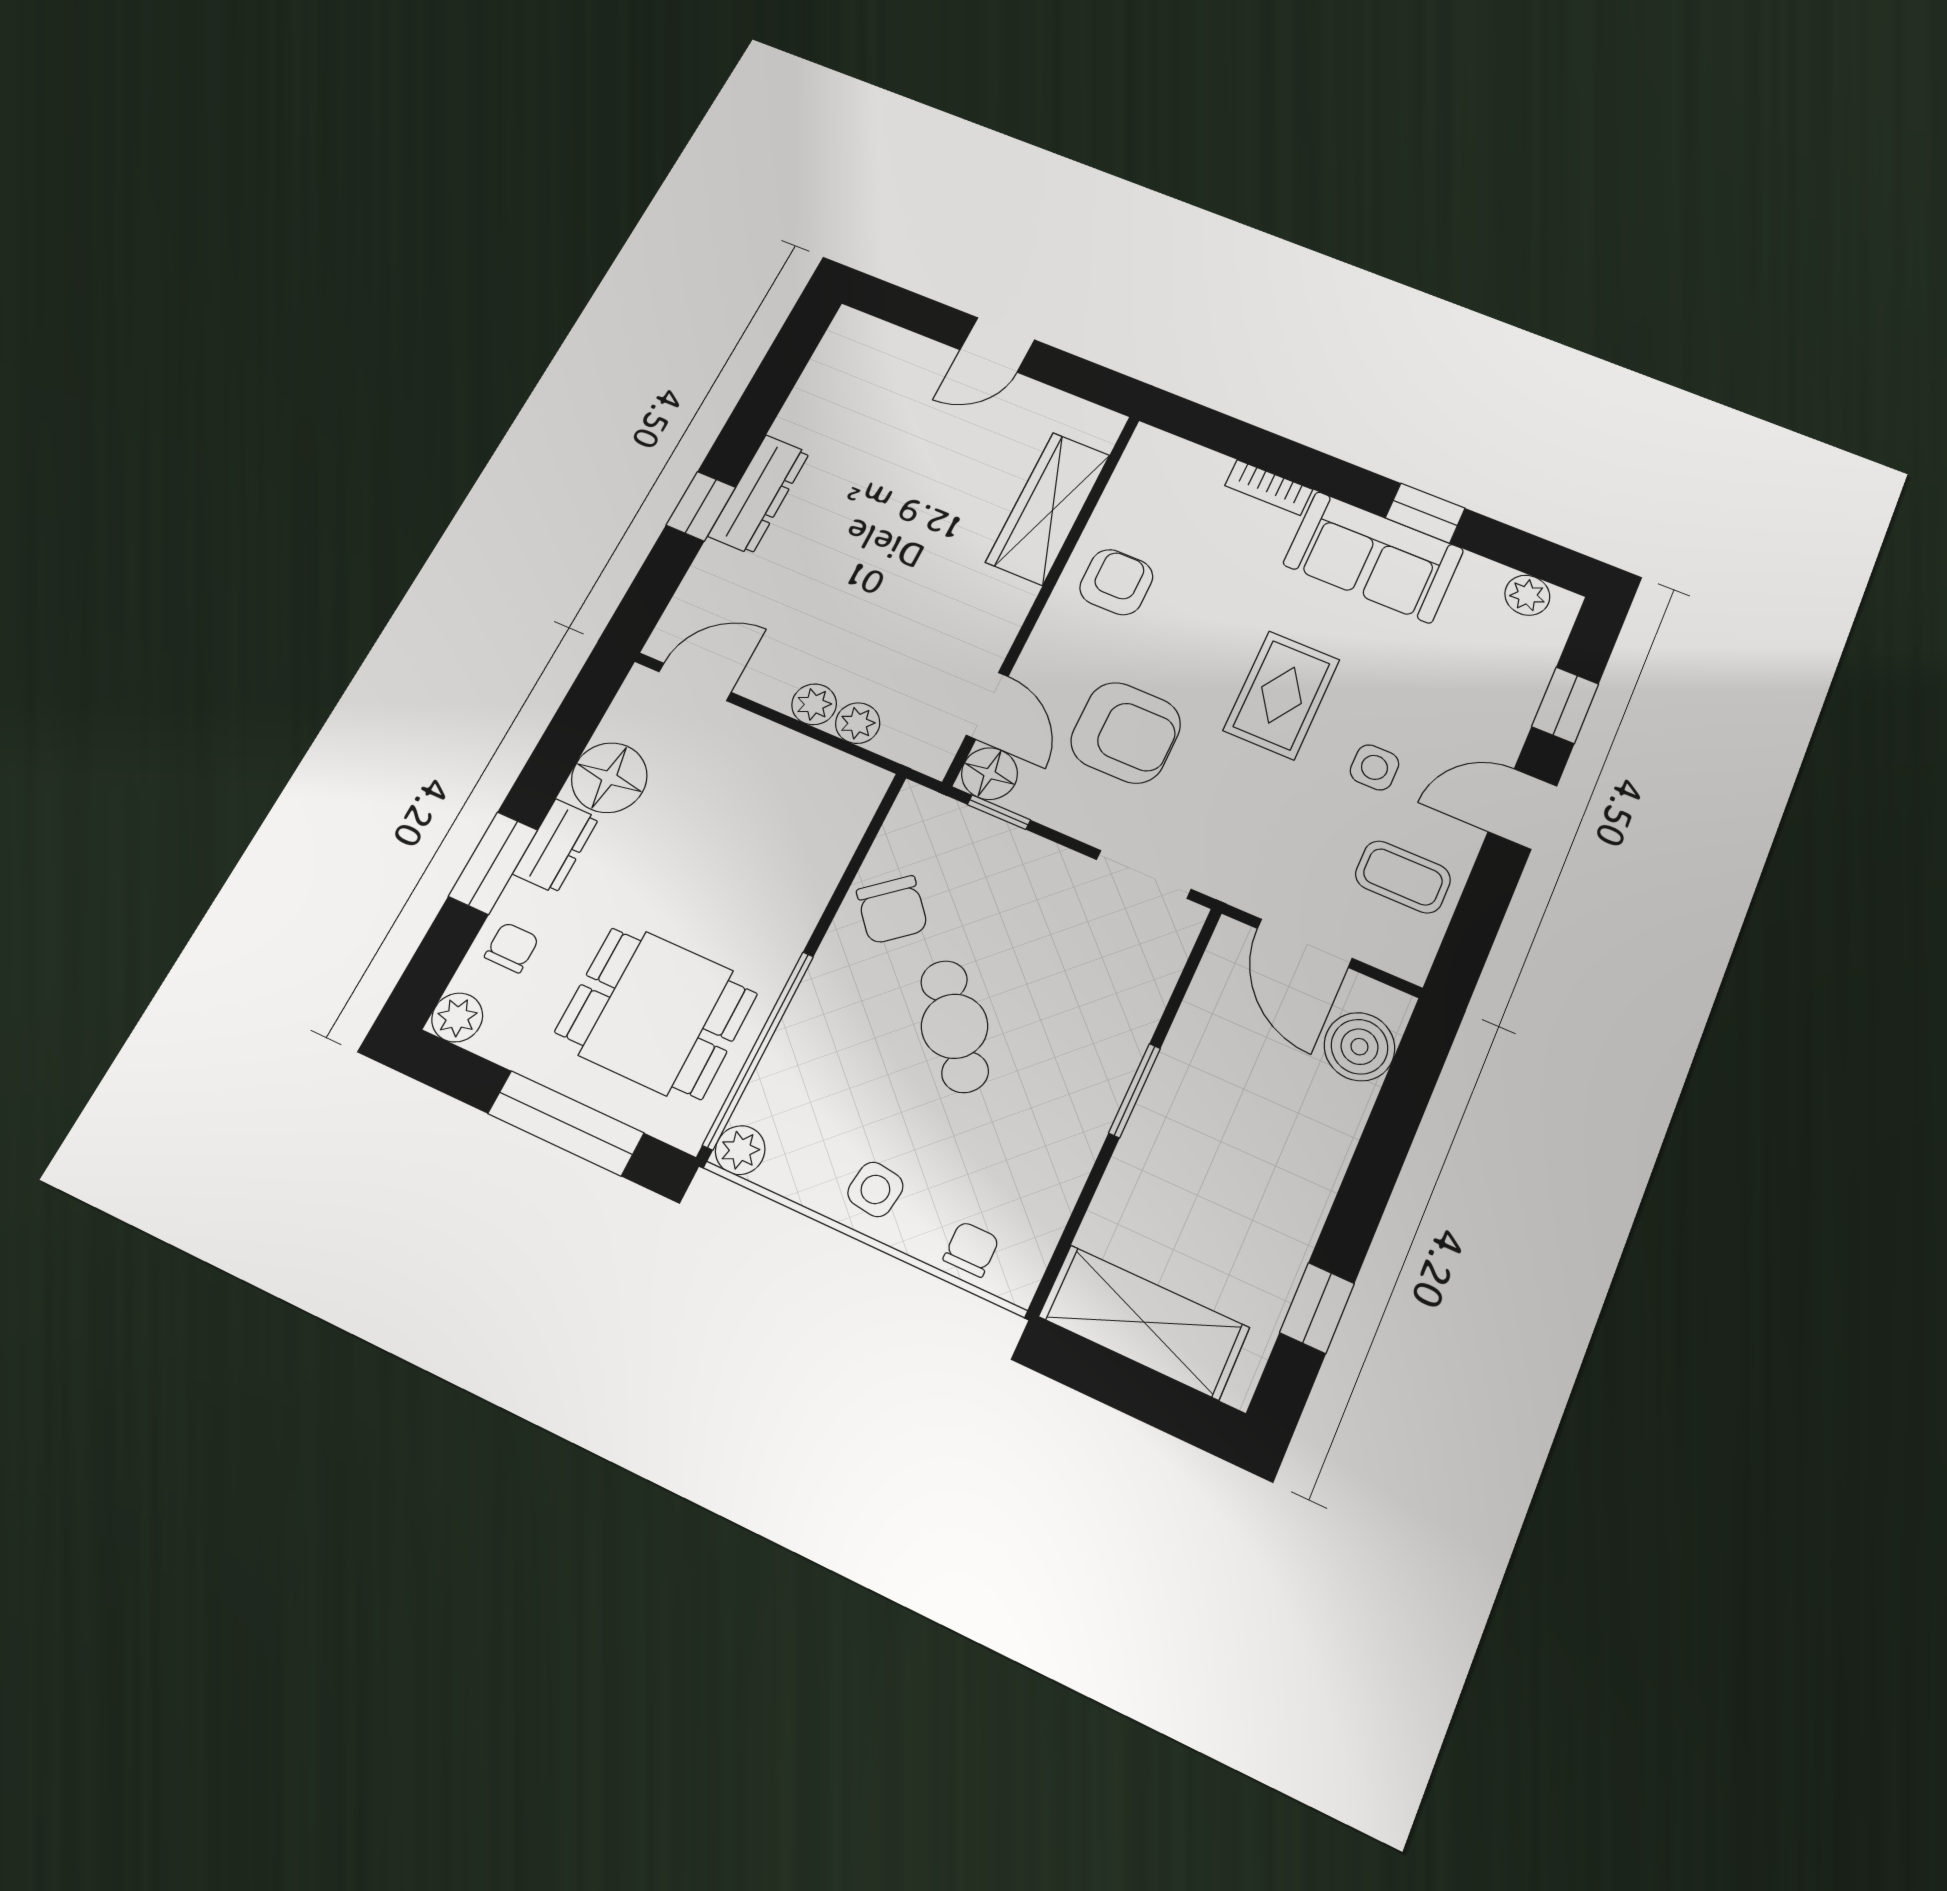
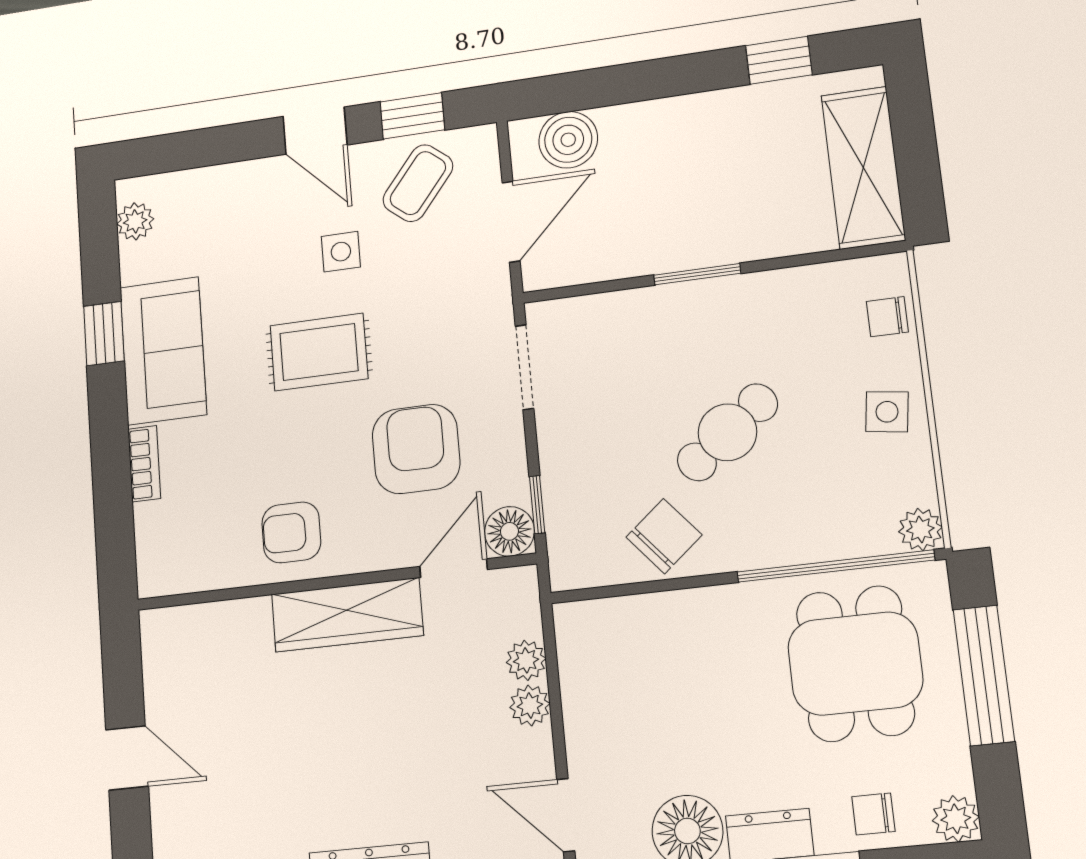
wardrobe: (1048, 508) -> (347, 615), moved
window: (1565, 705) -> (412, 116), moved
coffee table: (1403, 877) -> (418, 183), turned 39

